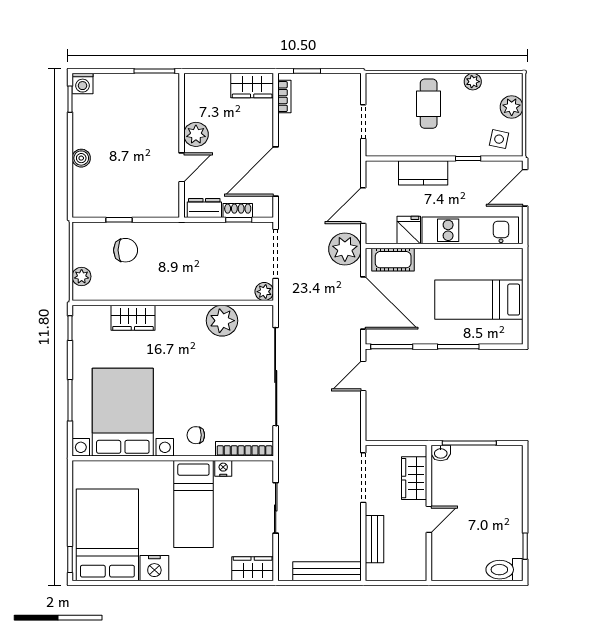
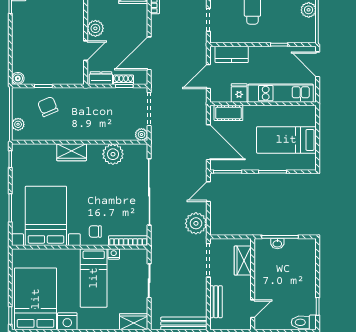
side table: (499, 139) -> (300, 32), removed
boiler: (81, 158) -> (18, 78), moved
kitchen counter: (423, 173) -> (232, 54), moved
door: (525, 188) -> (318, 64), hinge flipped
plant: (345, 249) -> (196, 223), moved
chair: (126, 250) -> (48, 107), turned -113
wardrobe: (133, 318) -> (72, 152), moved
washbasin: (441, 453) -> (277, 244), moved
door: (429, 519) -> (253, 309), moved

